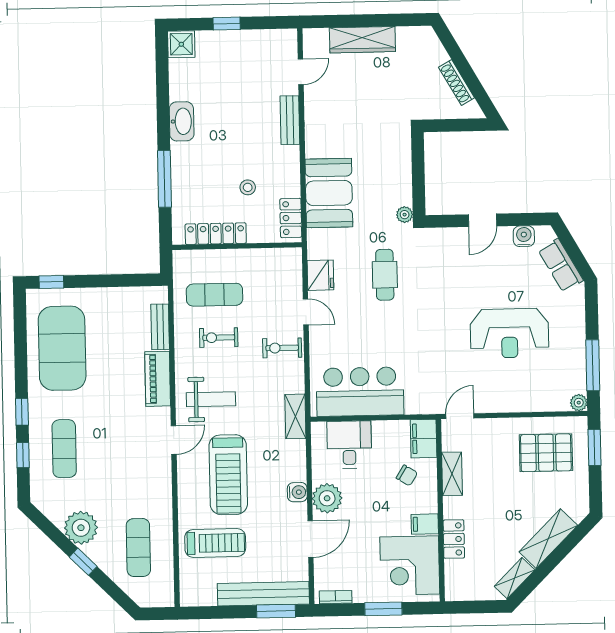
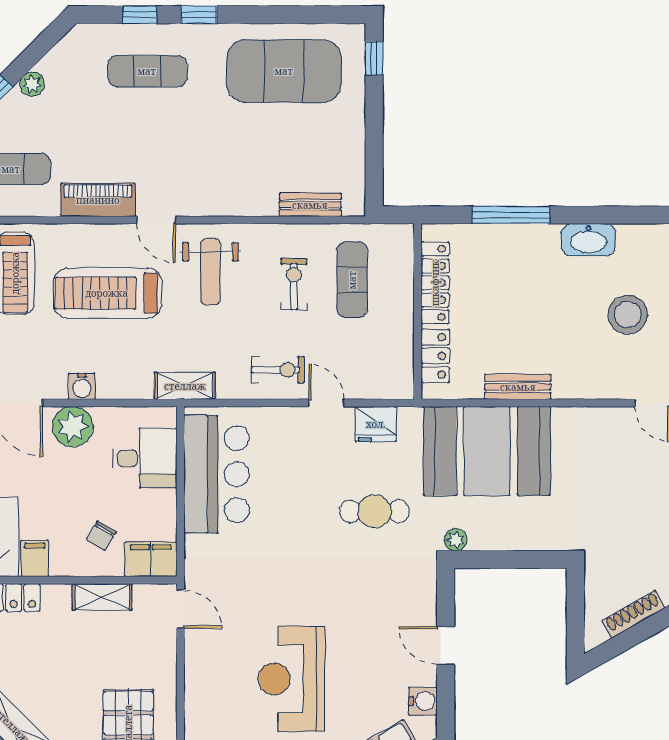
bench: (290, 120) -> (518, 387), moved
stool: (248, 187) -> (628, 315), moved, width x1.89, depth x1.89
booth: (329, 193) -> (487, 451), width x1.36, depth x1.42
locker: (291, 218) -> (435, 356), moved, turned 90
door: (306, 312) -> (326, 403), swing flipped
exercise bike: (282, 348) -> (278, 370), turned 90
piano: (158, 379) -> (98, 200), moved
plant: (81, 528) -> (32, 84), width x0.53, depth x0.53

